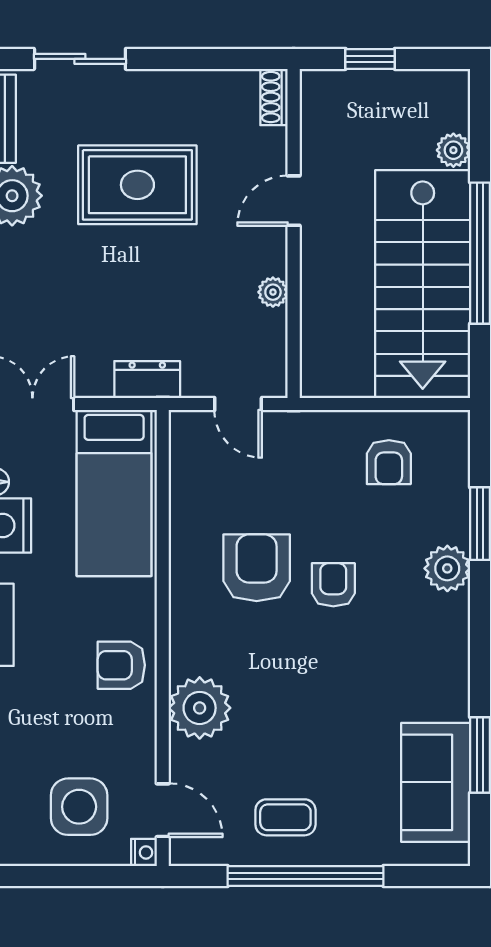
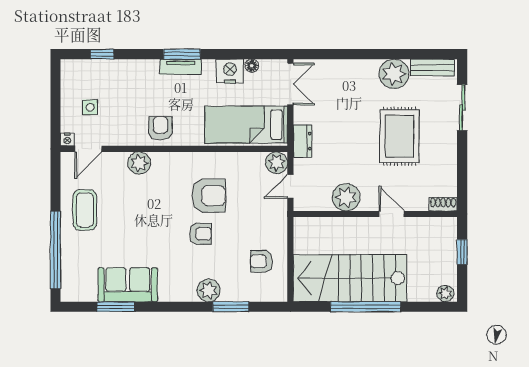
plant: (453, 150) -> (445, 293), moved
plant: (273, 292) -> (346, 197), width x1.88, depth x1.88
plant: (191, 432) -> (277, 163), added
plant: (200, 708) -> (139, 163), width x0.73, depth x0.73
sofa: (436, 782) -> (128, 285), moved
side table: (79, 807) -> (90, 107), width x0.54, depth x0.54
coffee table: (285, 817) -> (85, 210), width x1.36, depth x1.30
window: (305, 876) -> (56, 250), moved

